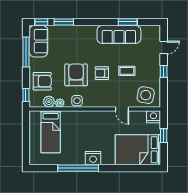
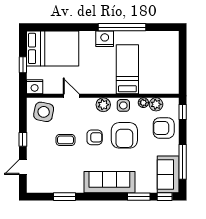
sofa: (119, 34) -> (109, 182), moved
plant: (94, 101) -> (103, 105), added
bed: (51, 132) -> (127, 69), moved

